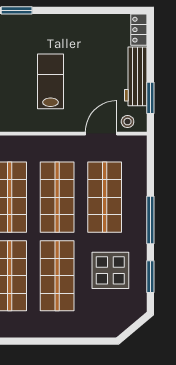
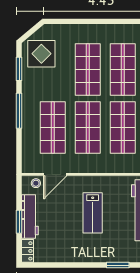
window: (150, 98) -> (19, 222), moved
display table: (110, 270) -> (41, 54), moved

